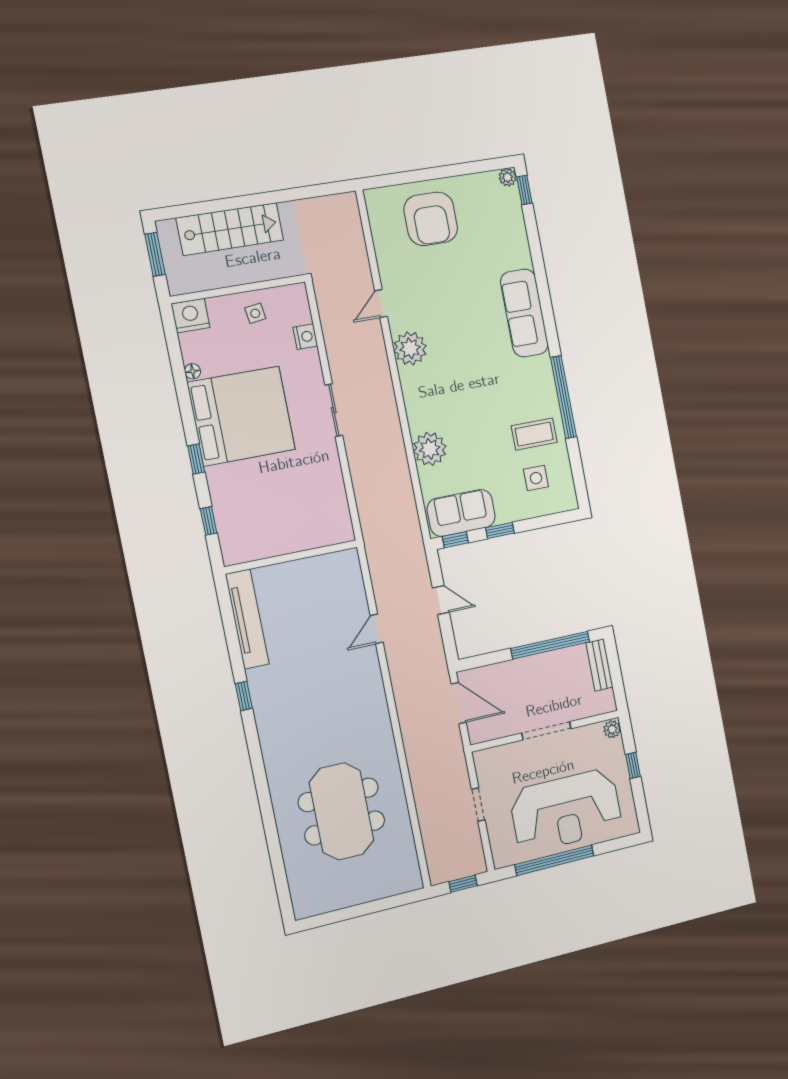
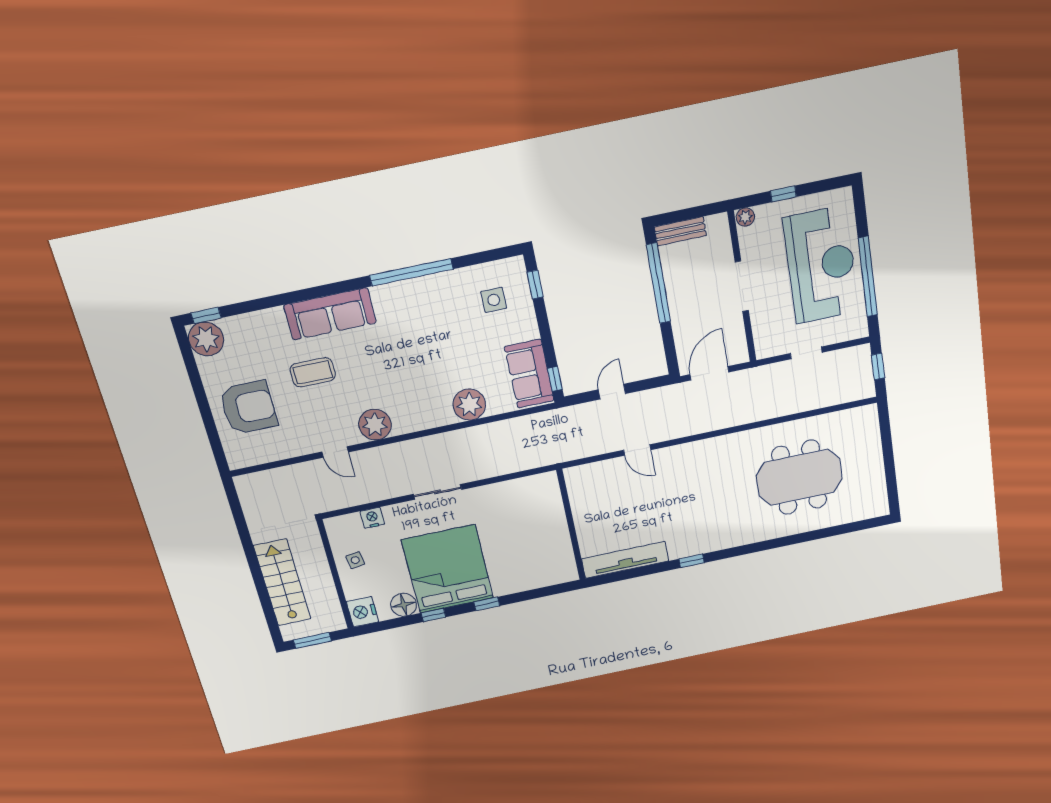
plant: (508, 177) -> (206, 339), width x1.88, depth x1.88
floor lamp: (193, 371) -> (404, 605), width x1.89, depth x1.89
coffee table: (534, 434) -> (313, 372), moved, turned 90
window: (209, 521) -> (433, 615), moved
window: (500, 530) -> (535, 285), moved

